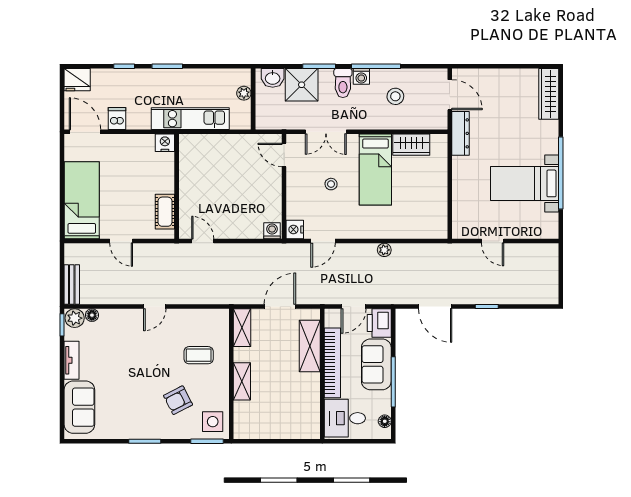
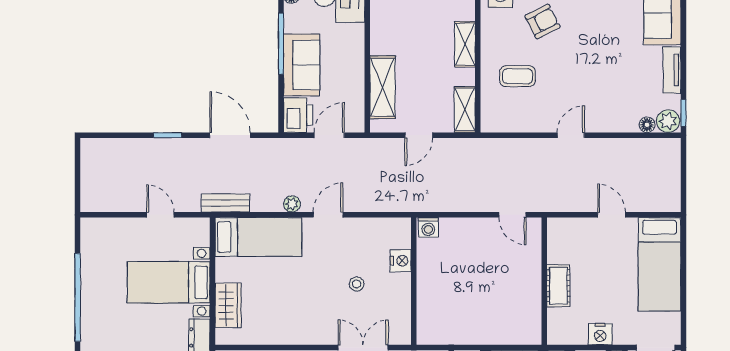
nightstand: (165, 143) -> (600, 334), moved
wardrobe: (411, 145) -> (228, 305), moved, turned 90
door: (284, 155) -> (414, 319), removed
bed: (375, 170) -> (258, 237), moved, turned 90
bed with nightstands: (525, 183) -> (169, 282), moved, turned 180
cot: (165, 212) -> (558, 286), moved
nightstand: (295, 230) -> (401, 261), moved
door: (323, 241) -> (328, 215), moved
bench: (72, 284) -> (226, 203), moved, turned 90
door: (280, 306) -> (419, 135), width x0.73
bookcase: (332, 363) -> (355, 67), removed

